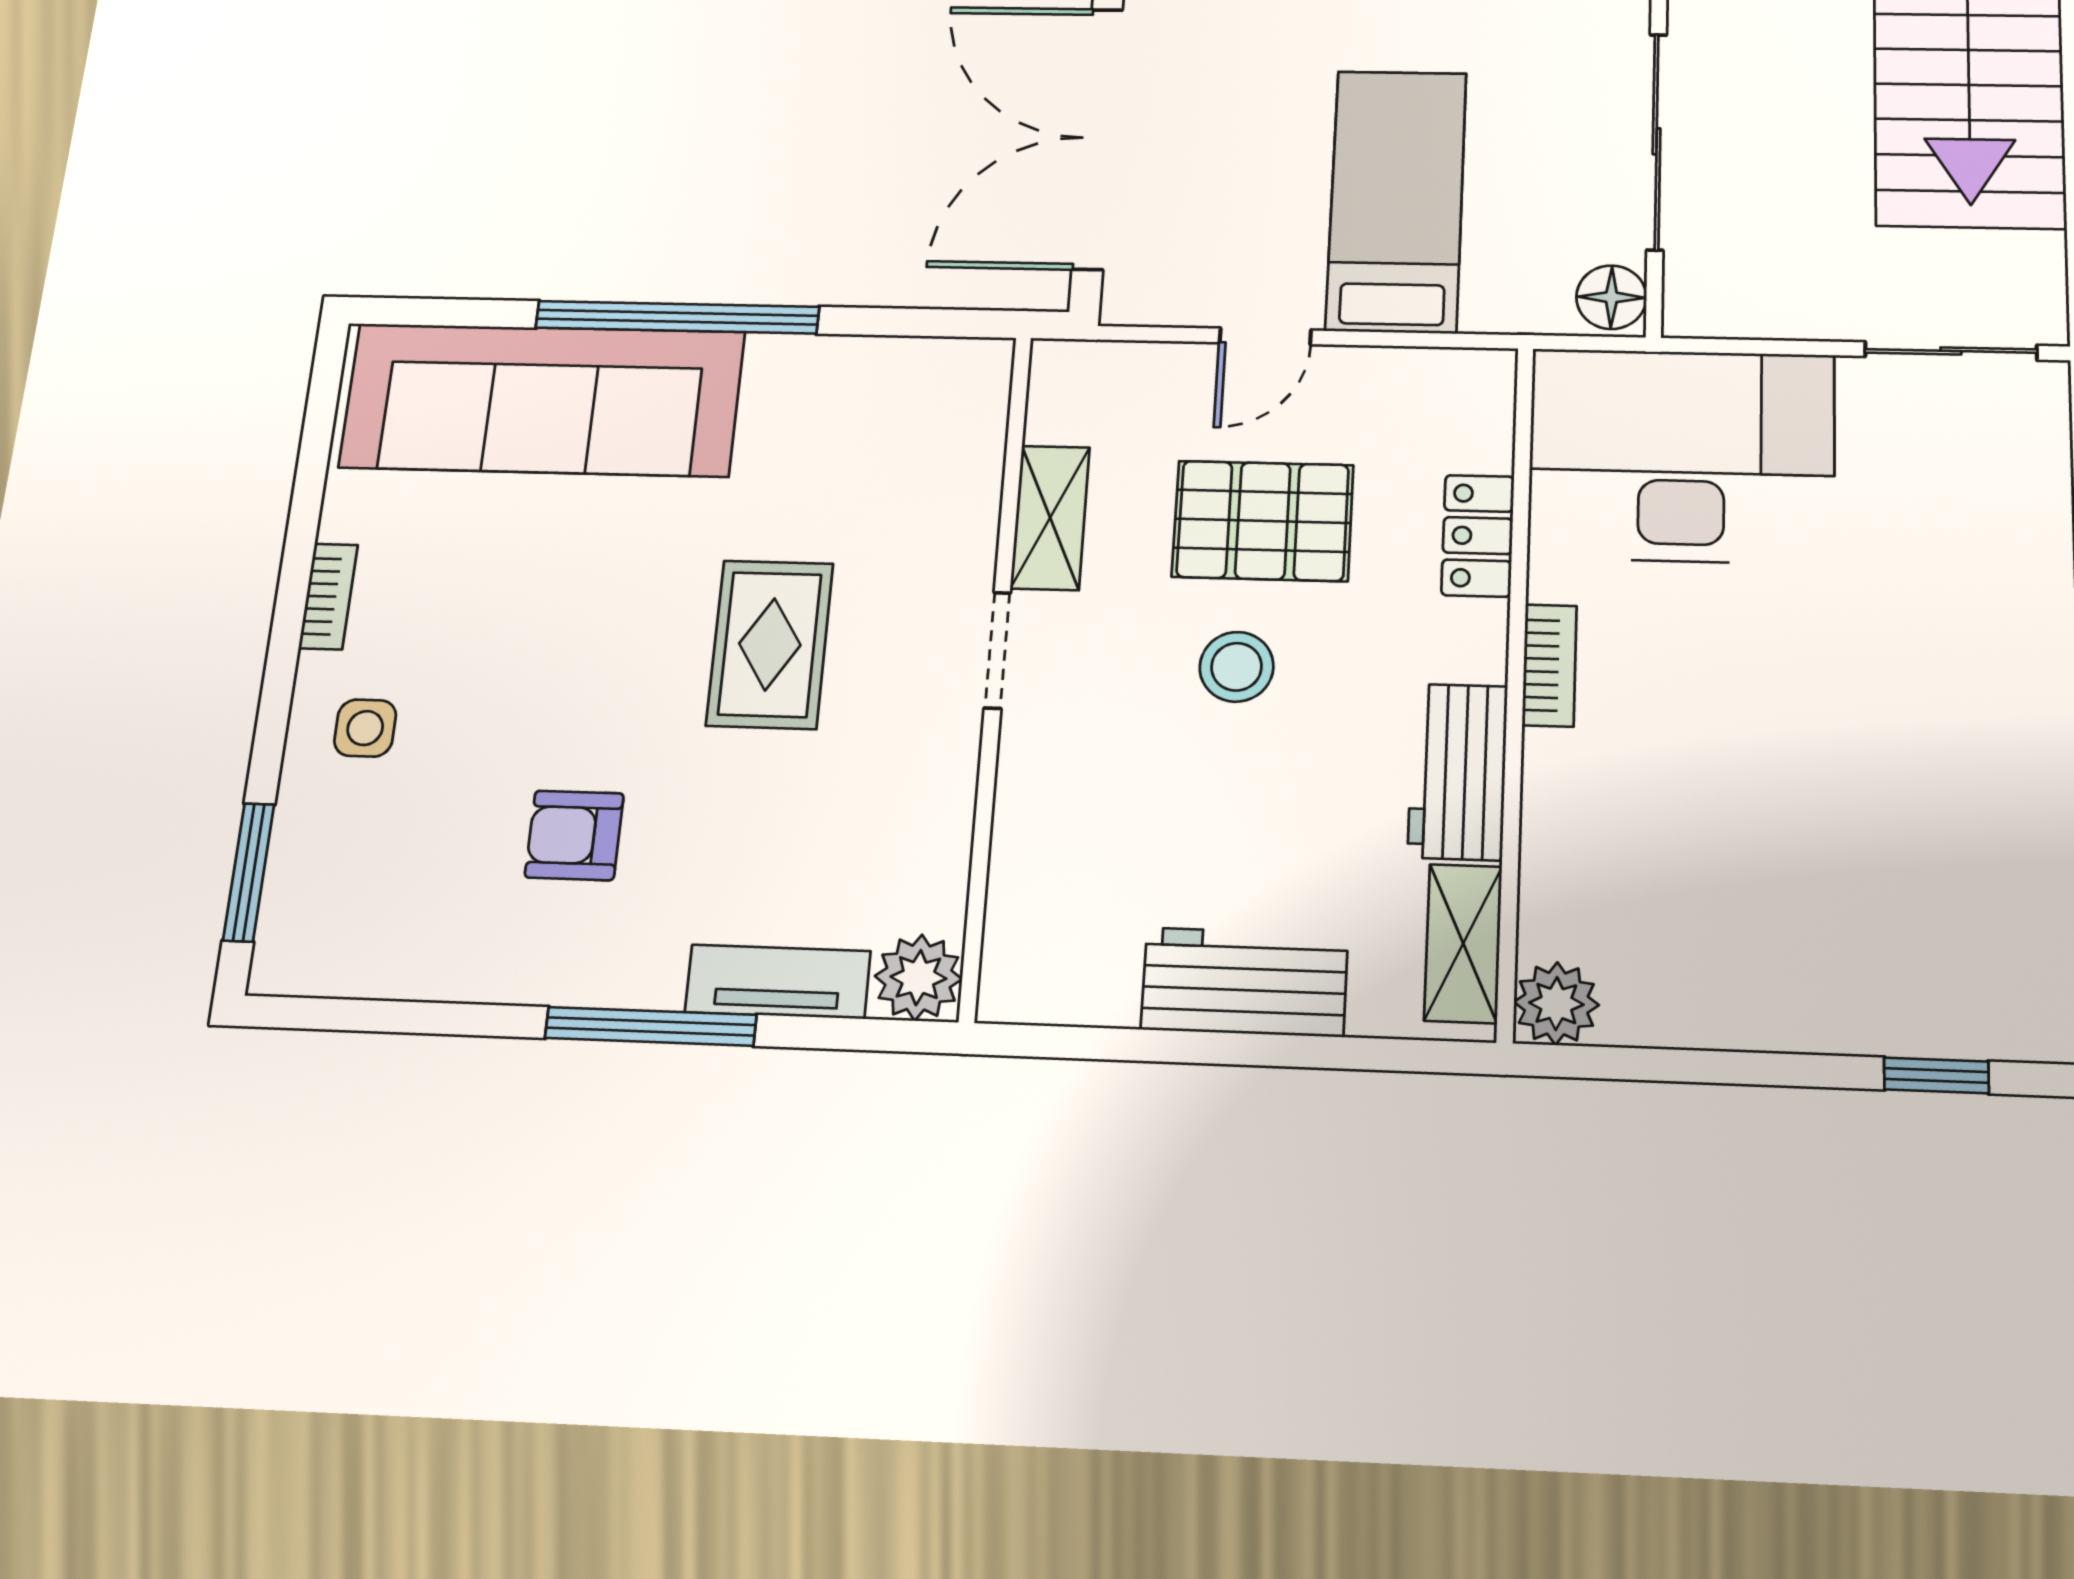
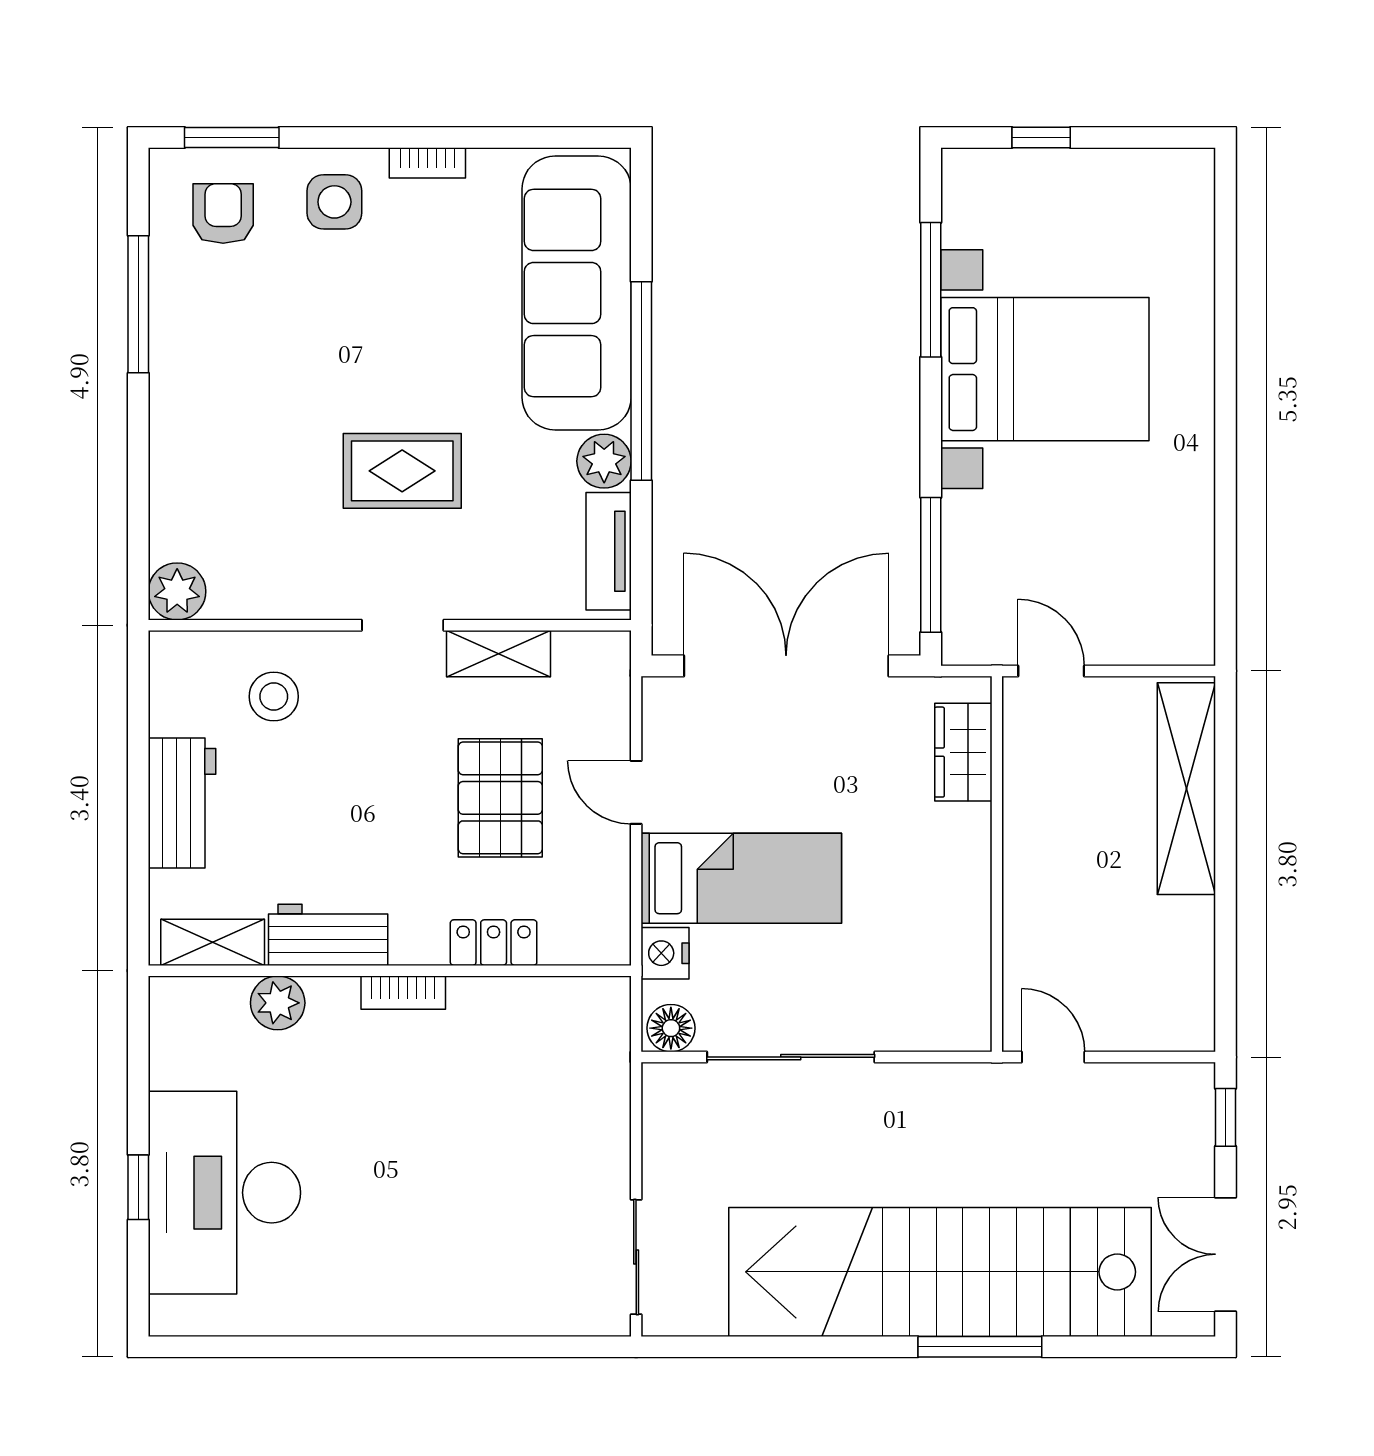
nightstand: (1501, 303) -> (665, 953), added
plant: (785, 369) -> (604, 461), added
desk: (1682, 456) -> (224, 1193), moved, turned 180
stool: (1237, 667) -> (274, 697), moved
side table: (365, 728) -> (334, 202), width x1.37, depth x1.37
armchair: (574, 835) -> (223, 213), moved
tv unit: (778, 982) -> (609, 551), moved, turned 180
plant: (1556, 1004) -> (278, 1003), moved
window: (651, 1026) -> (138, 304), moved
window: (1936, 1075) -> (138, 1187), moved

